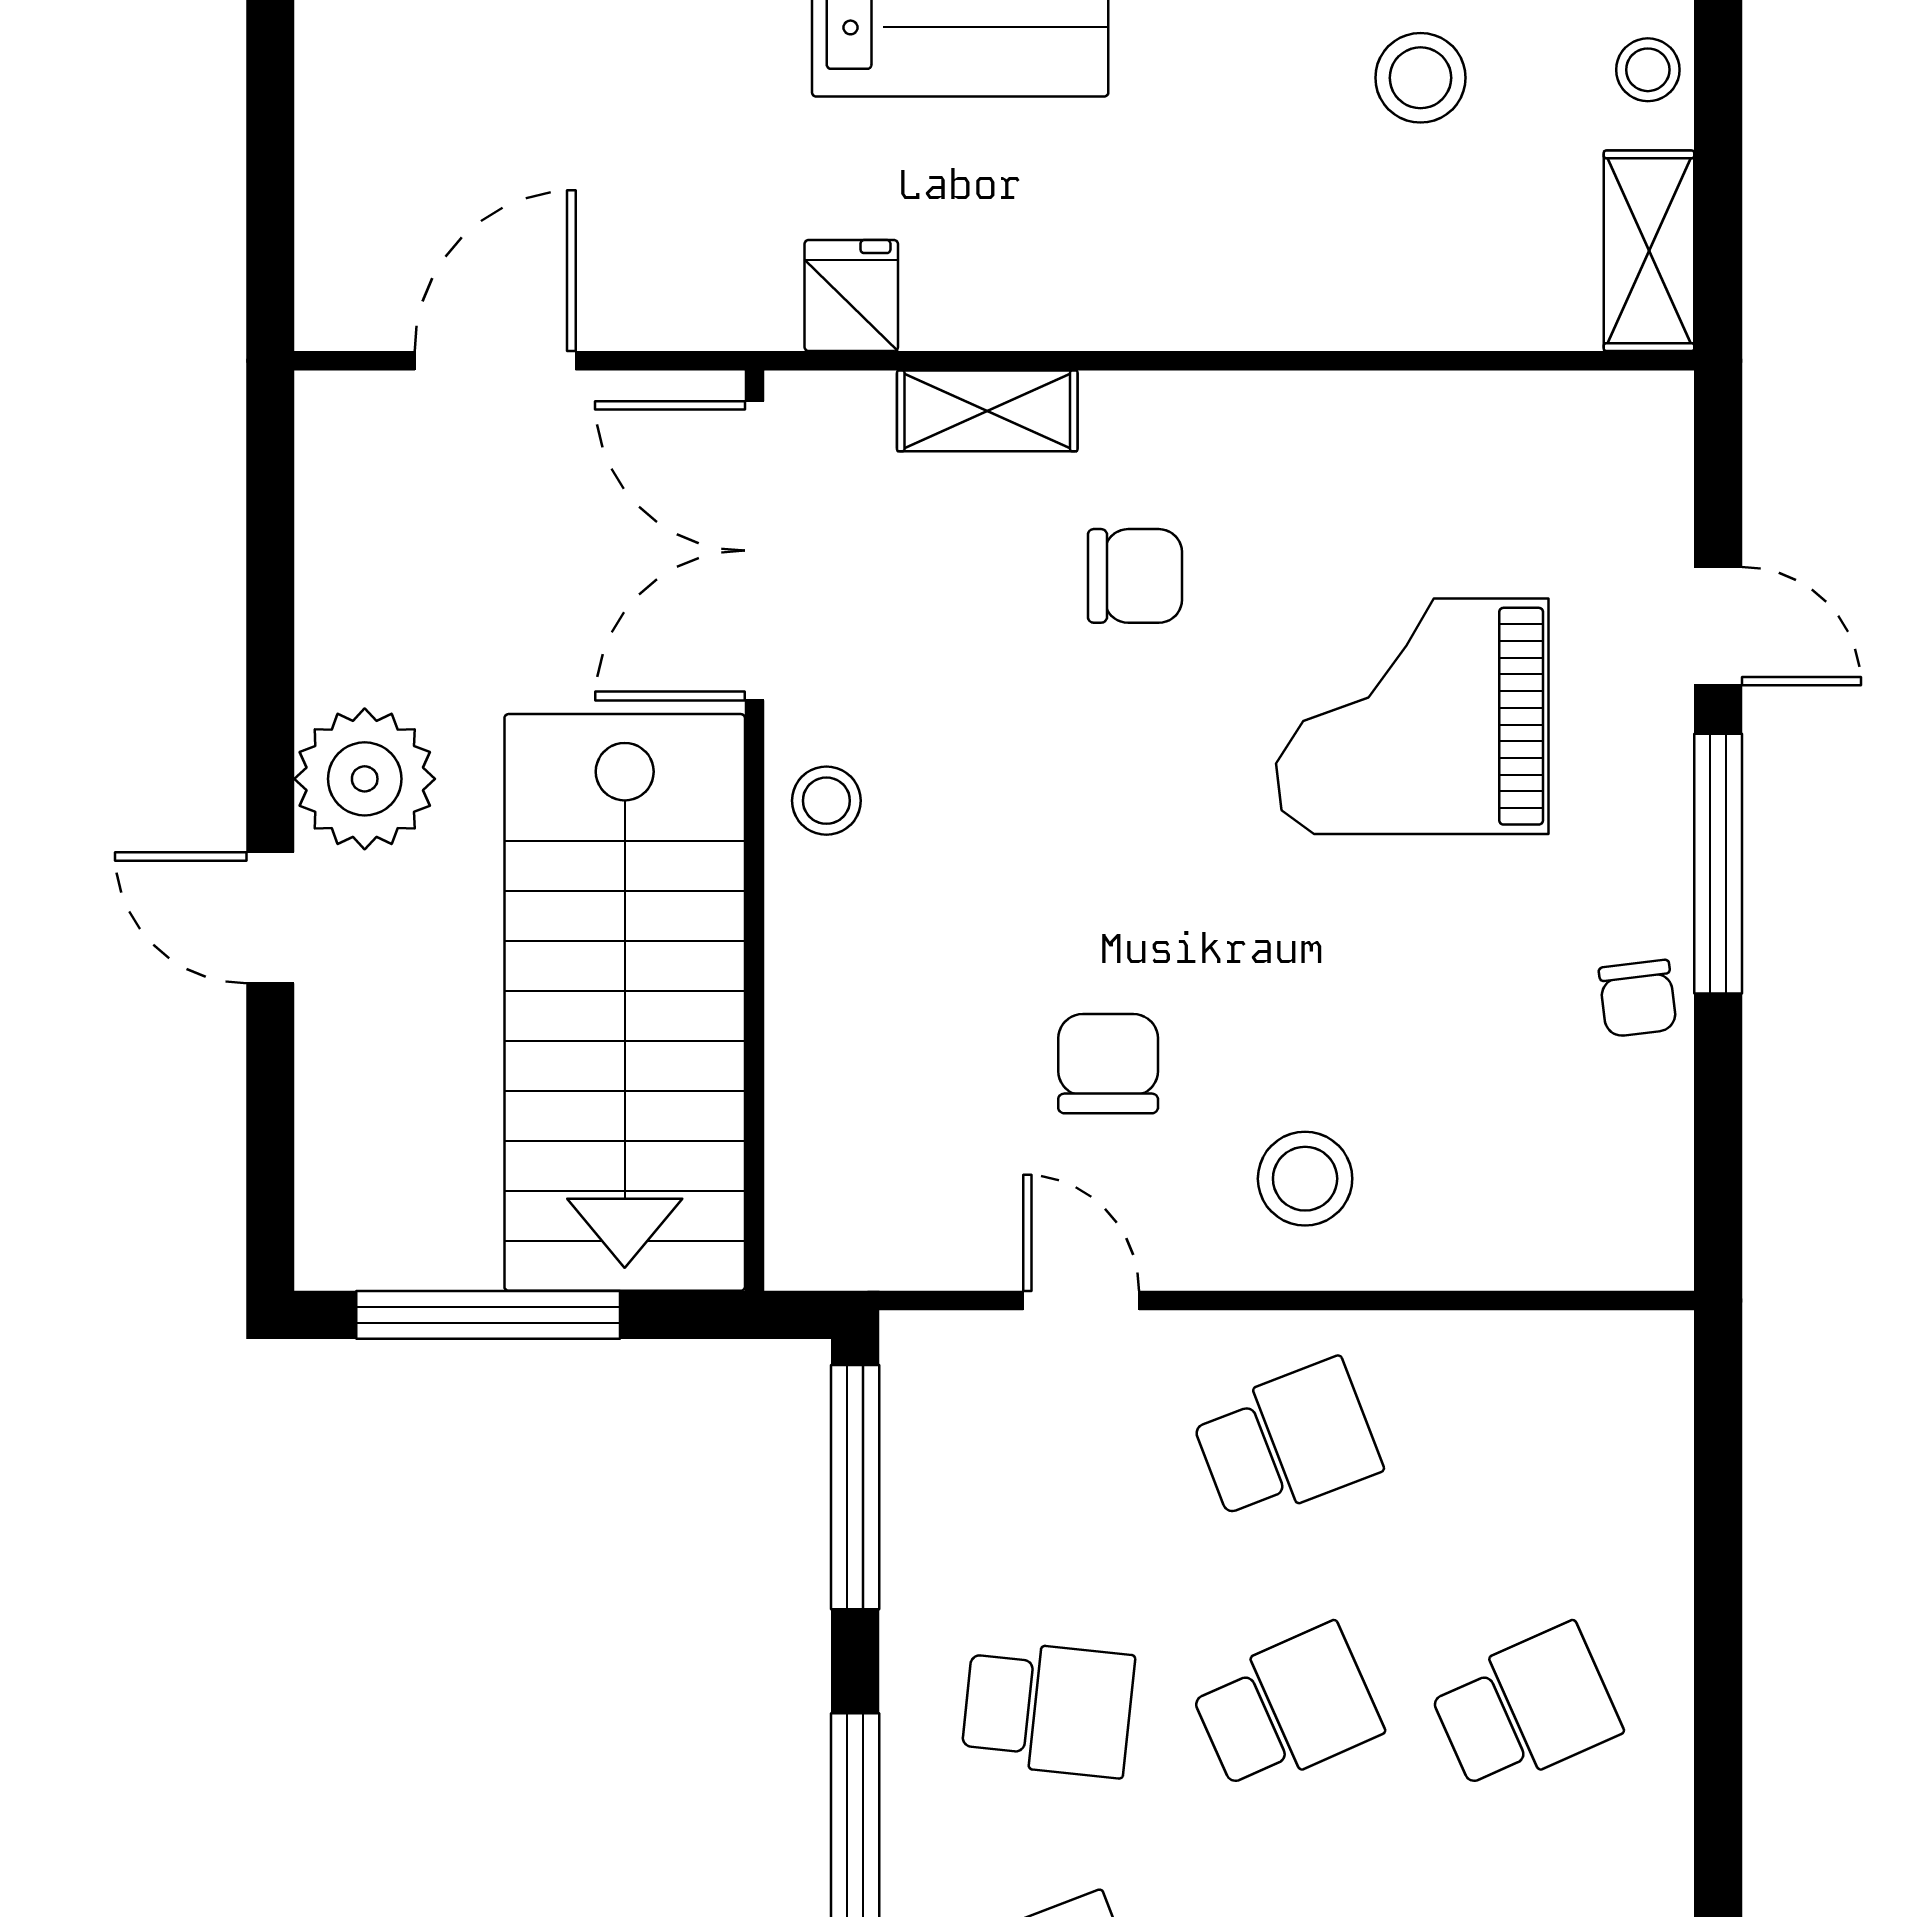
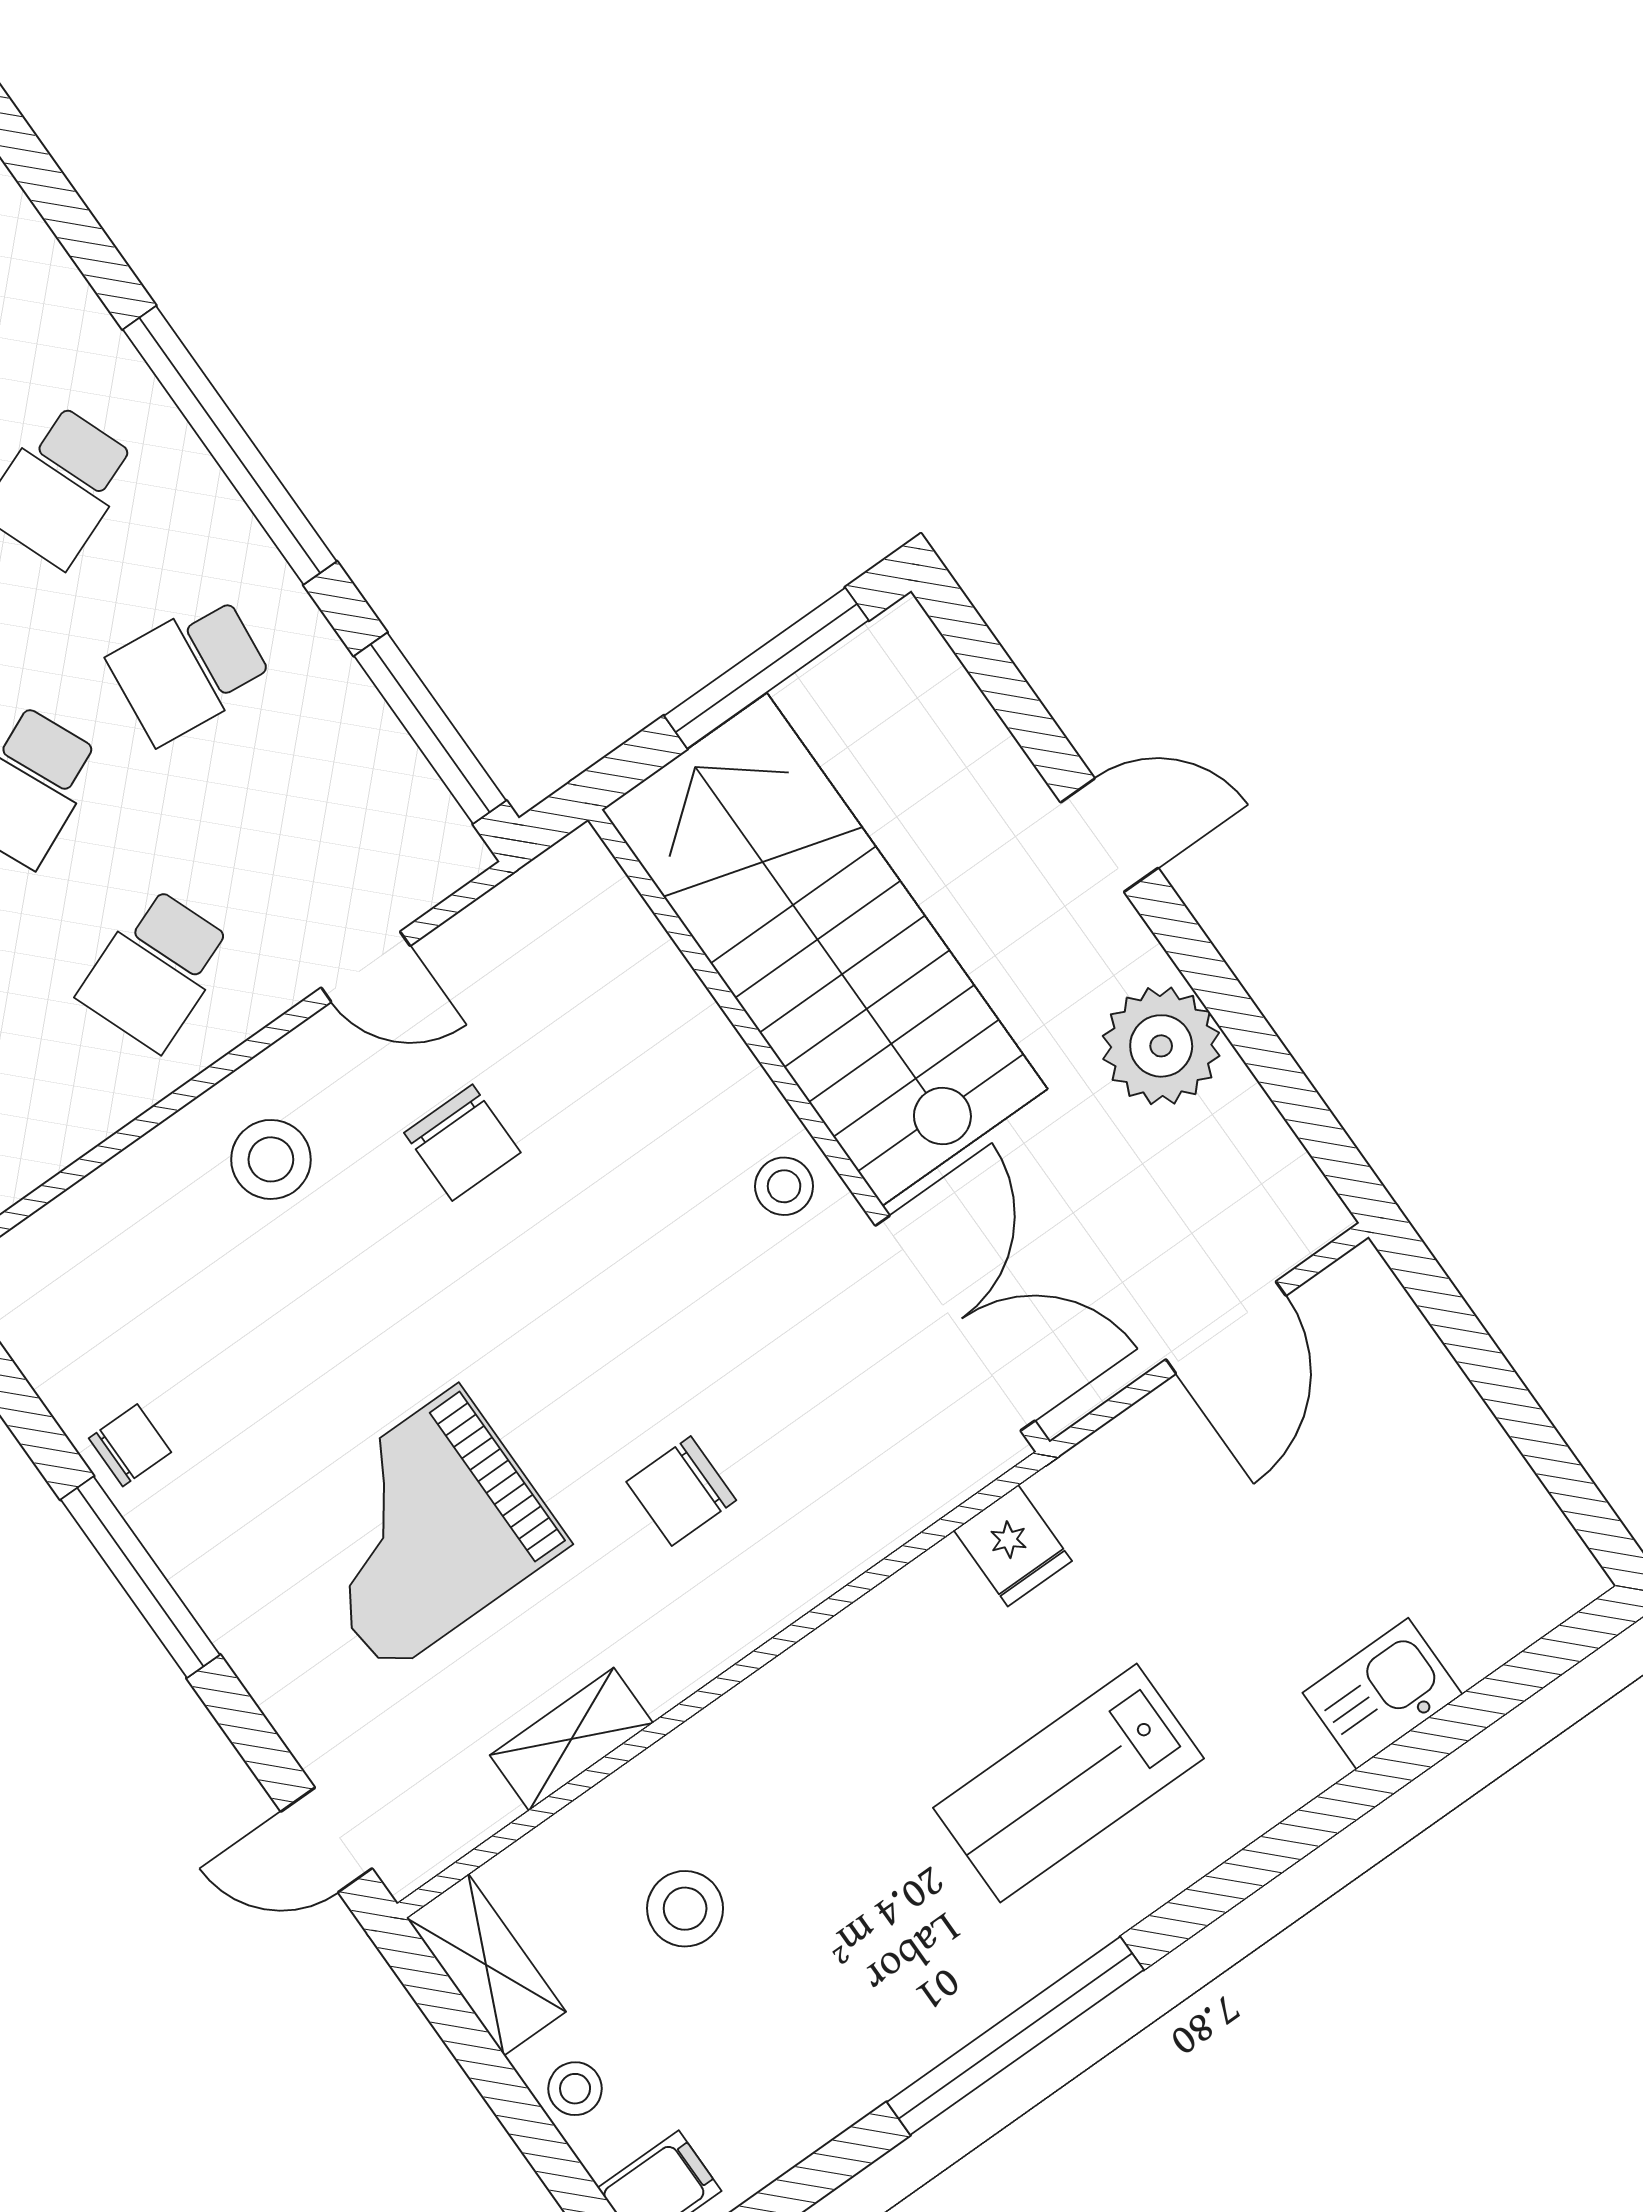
stool: (1420, 78) -> (685, 1909), moved
shelving: (987, 411) -> (571, 1739), moved
door: (1718, 626) -> (326, 1840), moved
grand piano: (1412, 716) -> (422, 1530), turned 180
plant: (365, 779) -> (1161, 1046), moved
chair: (1638, 998) -> (130, 1445), turned 97

